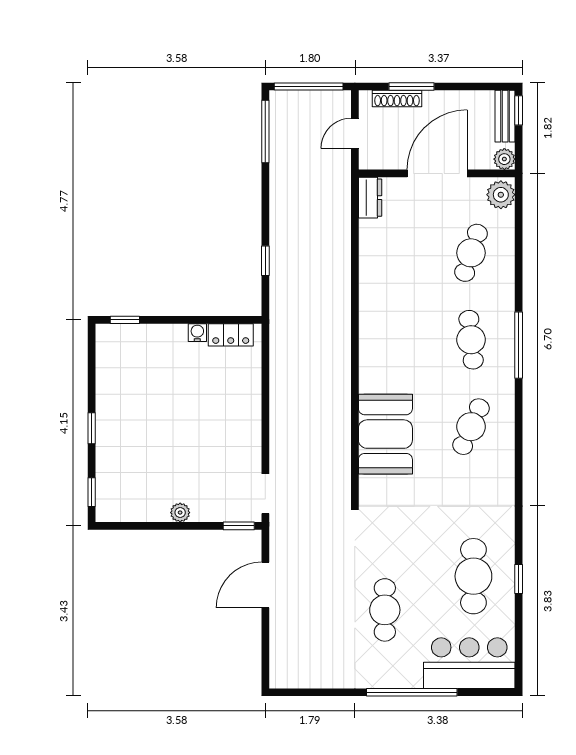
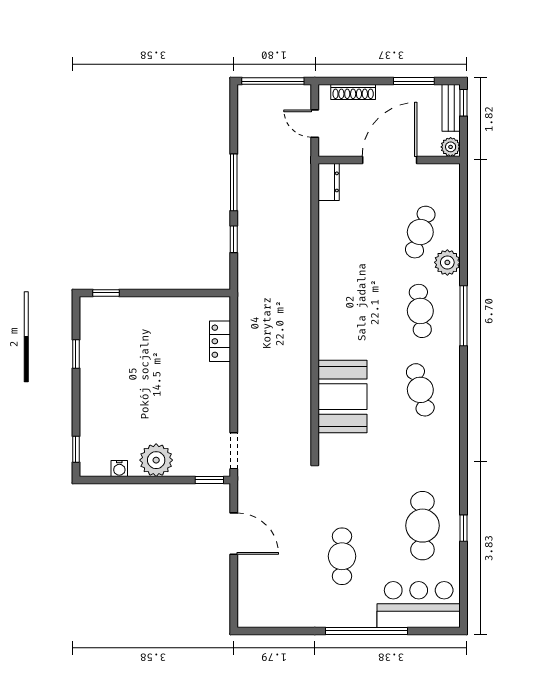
window: (411, 87) -> (414, 81), moved
window: (265, 131) -> (234, 182), moved
door: (355, 133) -> (315, 124), hinge flipped
plant: (501, 195) -> (447, 262), moved
water cooler: (197, 333) -> (119, 468), moved, turned 180
locker: (231, 335) -> (220, 341), moved, turned 90
cafe table: (471, 427) -> (420, 390), turned -39
window: (92, 428) -> (76, 354), moved
plant: (180, 513) -> (156, 460), width x1.88, depth x1.88
door: (265, 585) -> (234, 534), swing flipped

